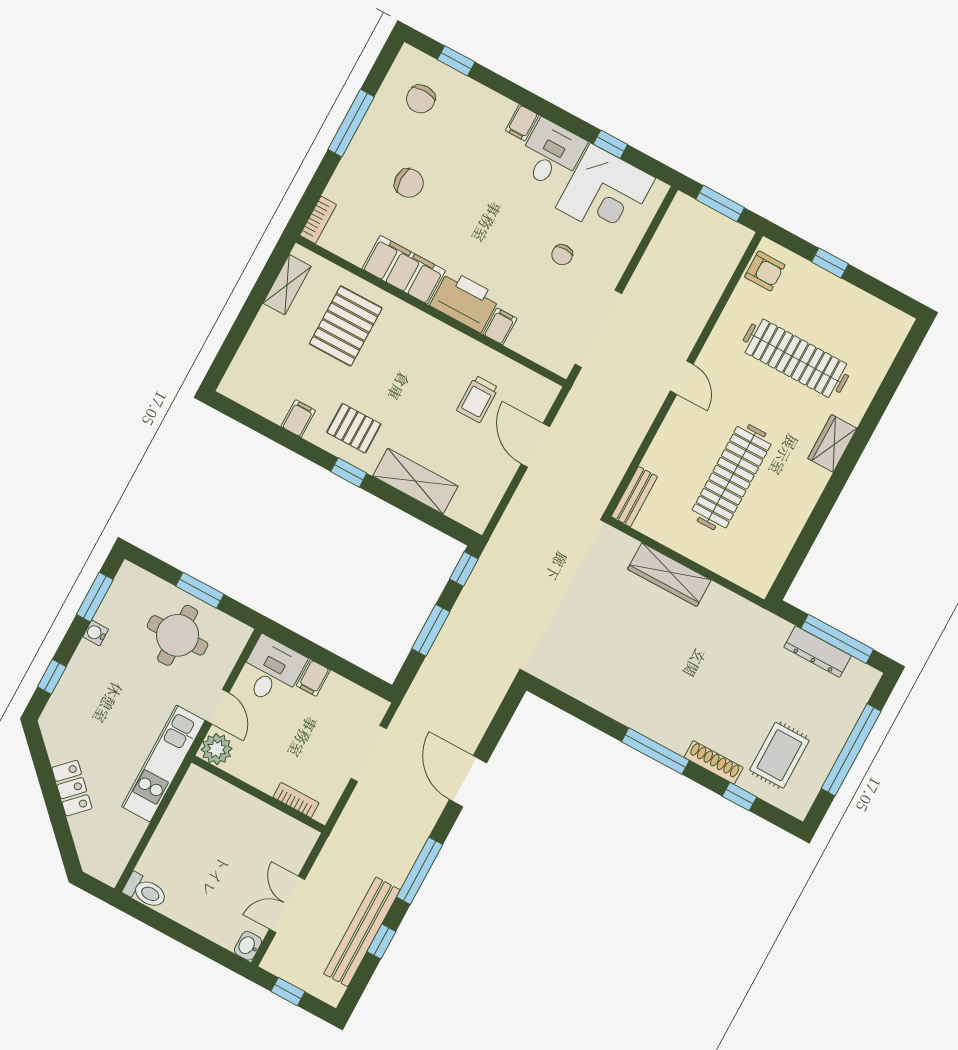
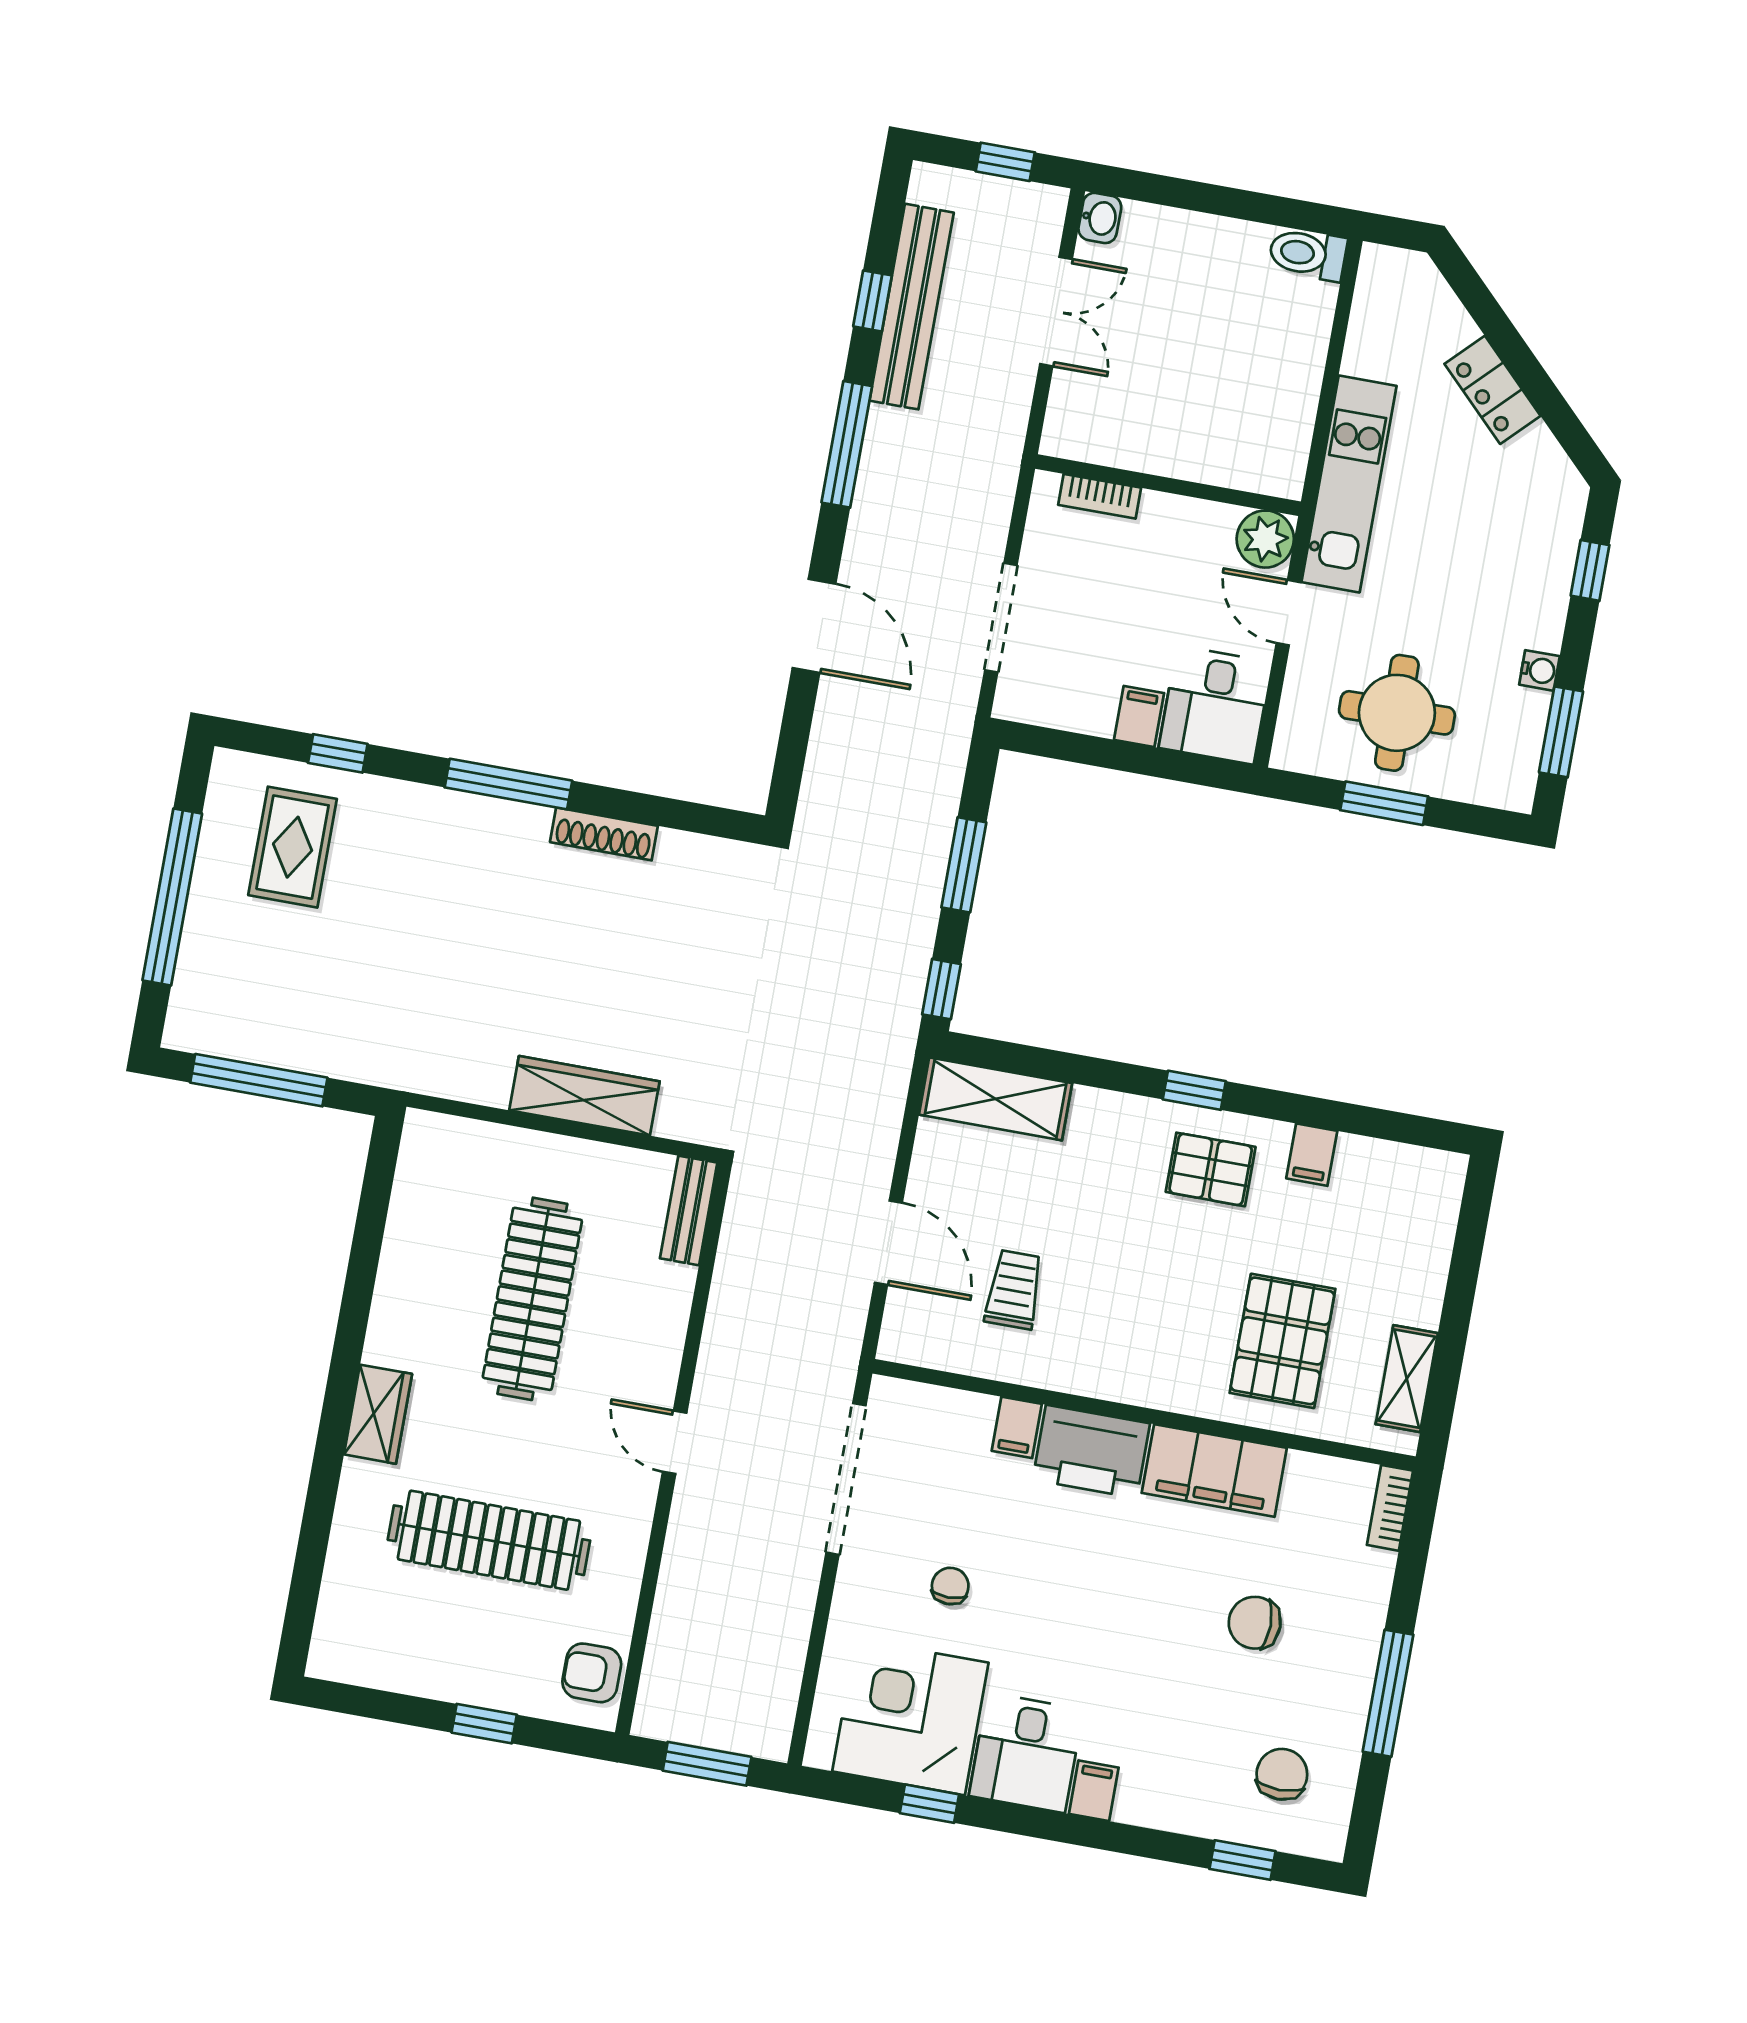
shelving: (415, 481) -> (996, 1099), moved
dresser: (818, 652) -> (286, 1047), removed
shoe rack: (714, 762) -> (604, 834), moved

